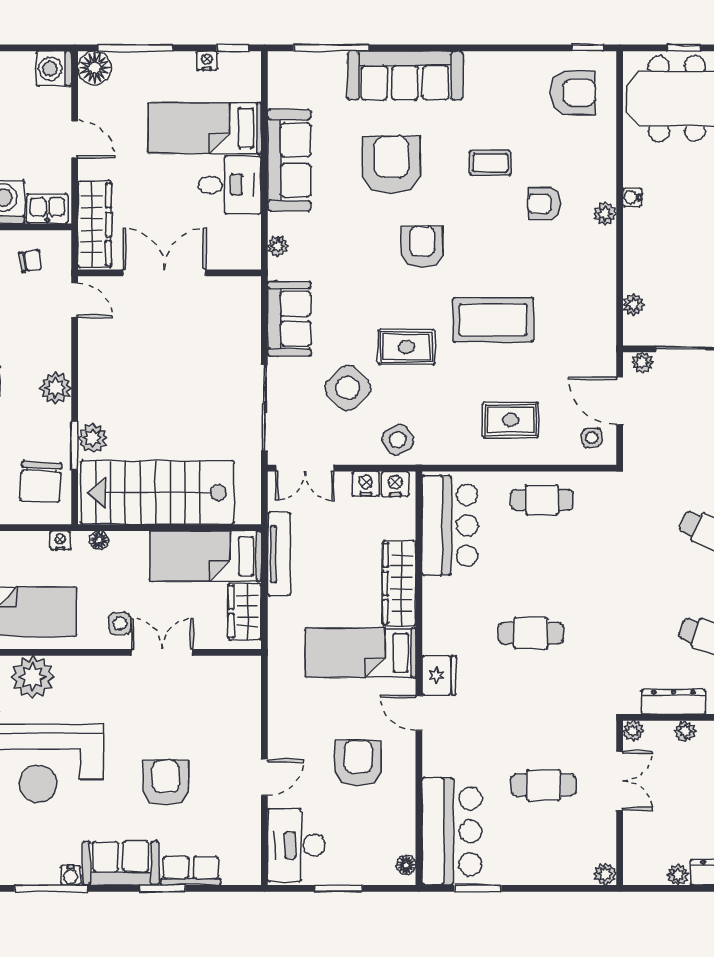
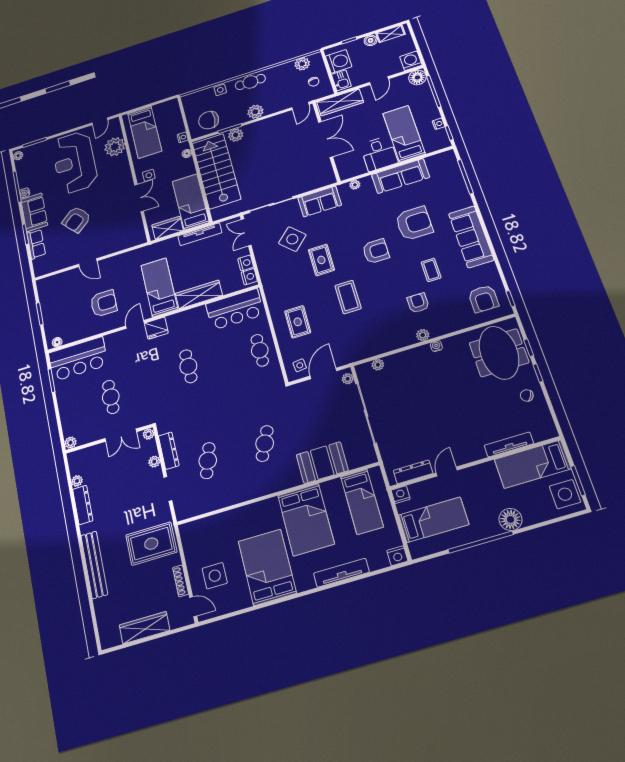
sofa: (405, 75) -> (471, 237), moved
coffee table: (493, 320) -> (348, 297), width x0.73, depth x0.76
side table: (398, 440) -> (272, 271), removed
armchair: (166, 783) -> (76, 220), turned 139
desk: (296, 845) -> (57, 288), removed

